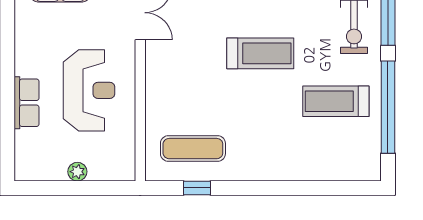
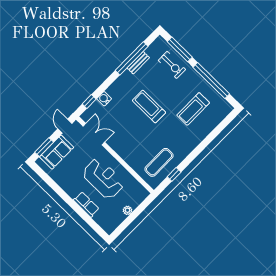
treadmill: (260, 53) -> (149, 107), turned -90
treadmill: (336, 101) -> (193, 109), moved

